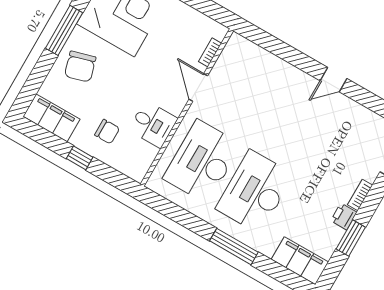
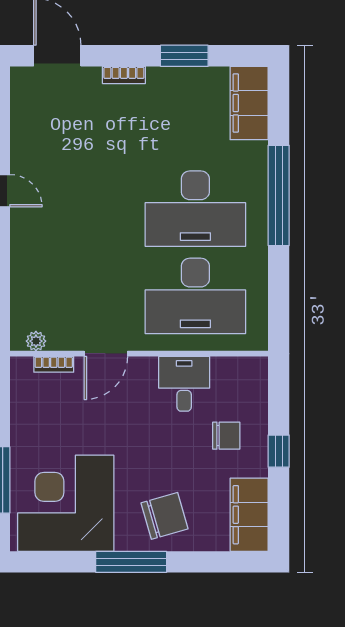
plant: (230, 50) -> (36, 341), added
chair: (107, 132) -> (226, 436), turned 90
printer: (344, 217) -> (163, 80), removed
window: (234, 247) -> (279, 195), width x1.46

